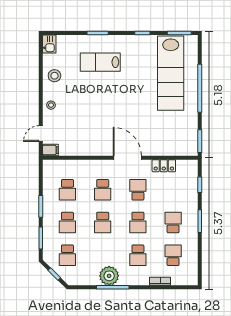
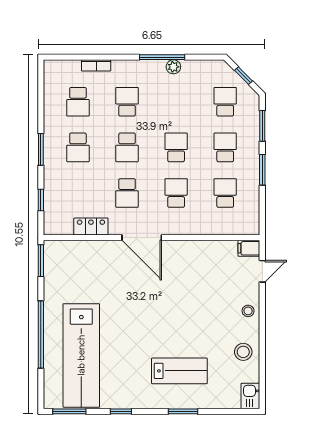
lab bench: (171, 73) -> (81, 355), turned 180
school desk: (138, 222) -> (127, 147), turned 180
plant: (109, 276) -> (173, 67), width x0.53, depth x0.53

